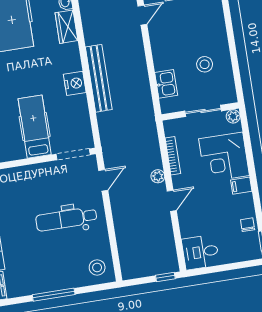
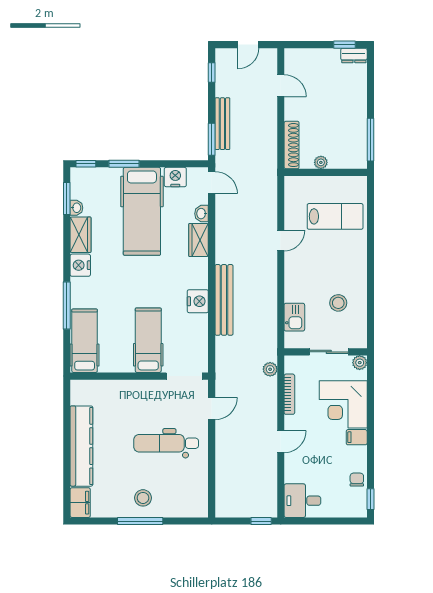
plant: (158, 176) -> (270, 369), moved
stool: (97, 267) -> (143, 498), moved

